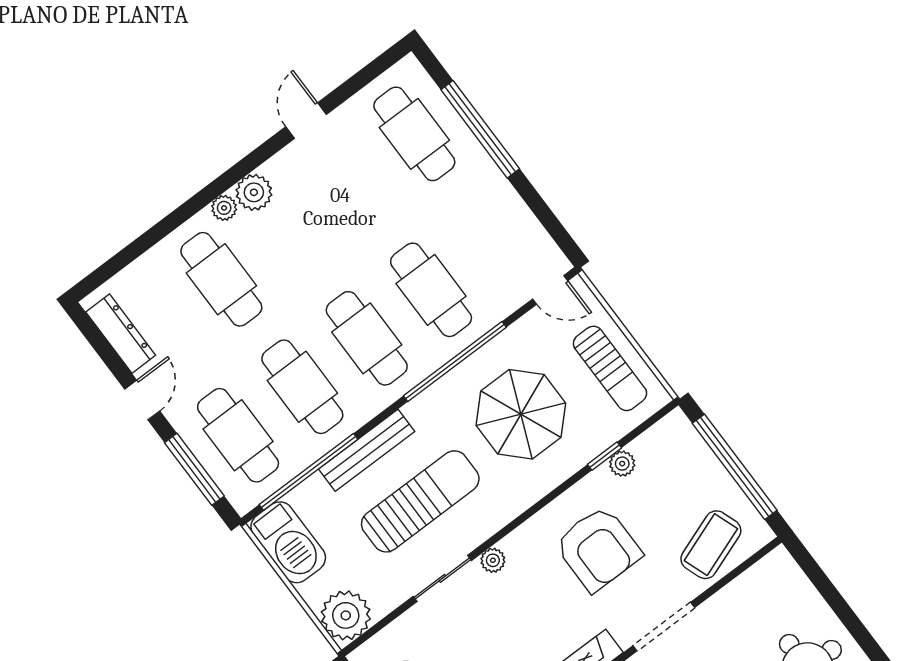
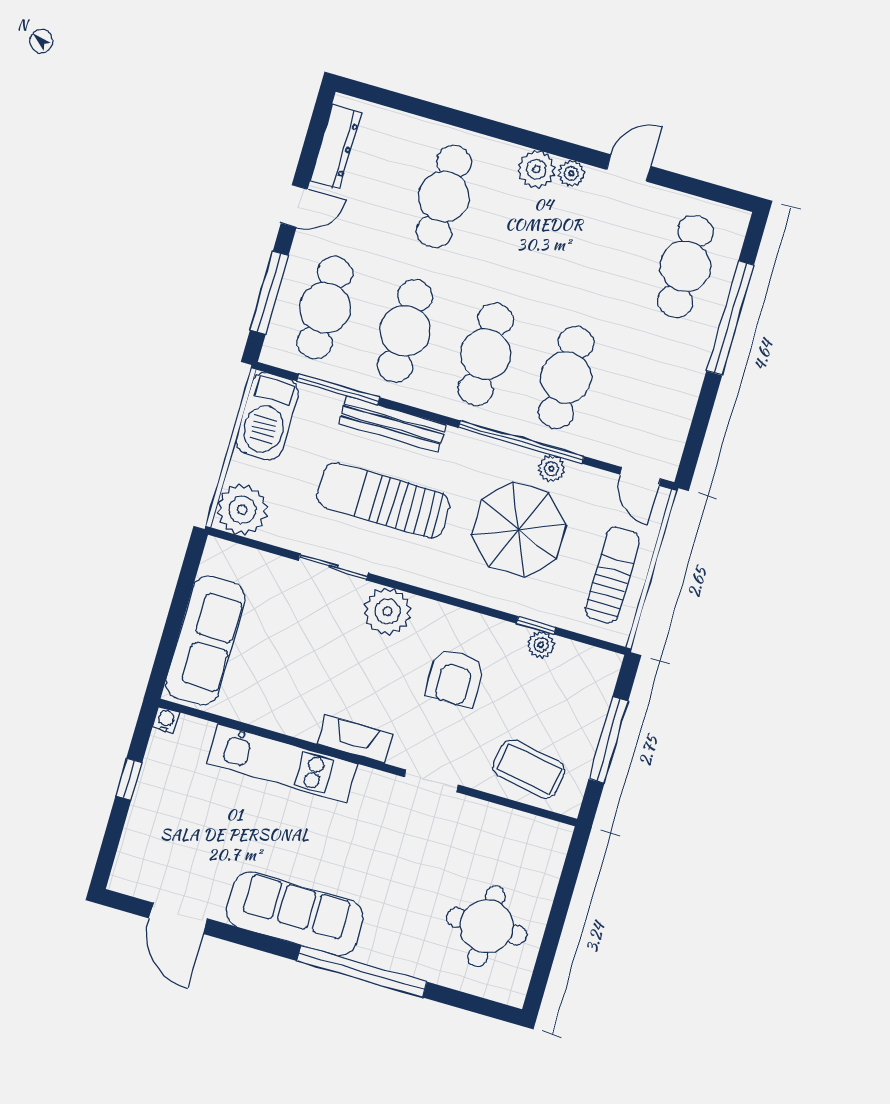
plant: (224, 208) -> (571, 173), moved
plant: (493, 354) -> (551, 469), added
sun lounger: (610, 368) -> (612, 575), turned 180
window: (735, 467) -> (608, 740), width x0.68
window: (309, 472) -> (338, 389), width x0.68
sun lounger: (420, 501) -> (384, 500), turned 180
coffee table: (711, 545) -> (529, 769), turned 30
armchair: (598, 549) -> (455, 678), width x0.73, depth x0.73
plant: (493, 560) -> (387, 611), width x1.87, depth x1.87
doorway: (664, 627) -> (431, 781), width x0.73

